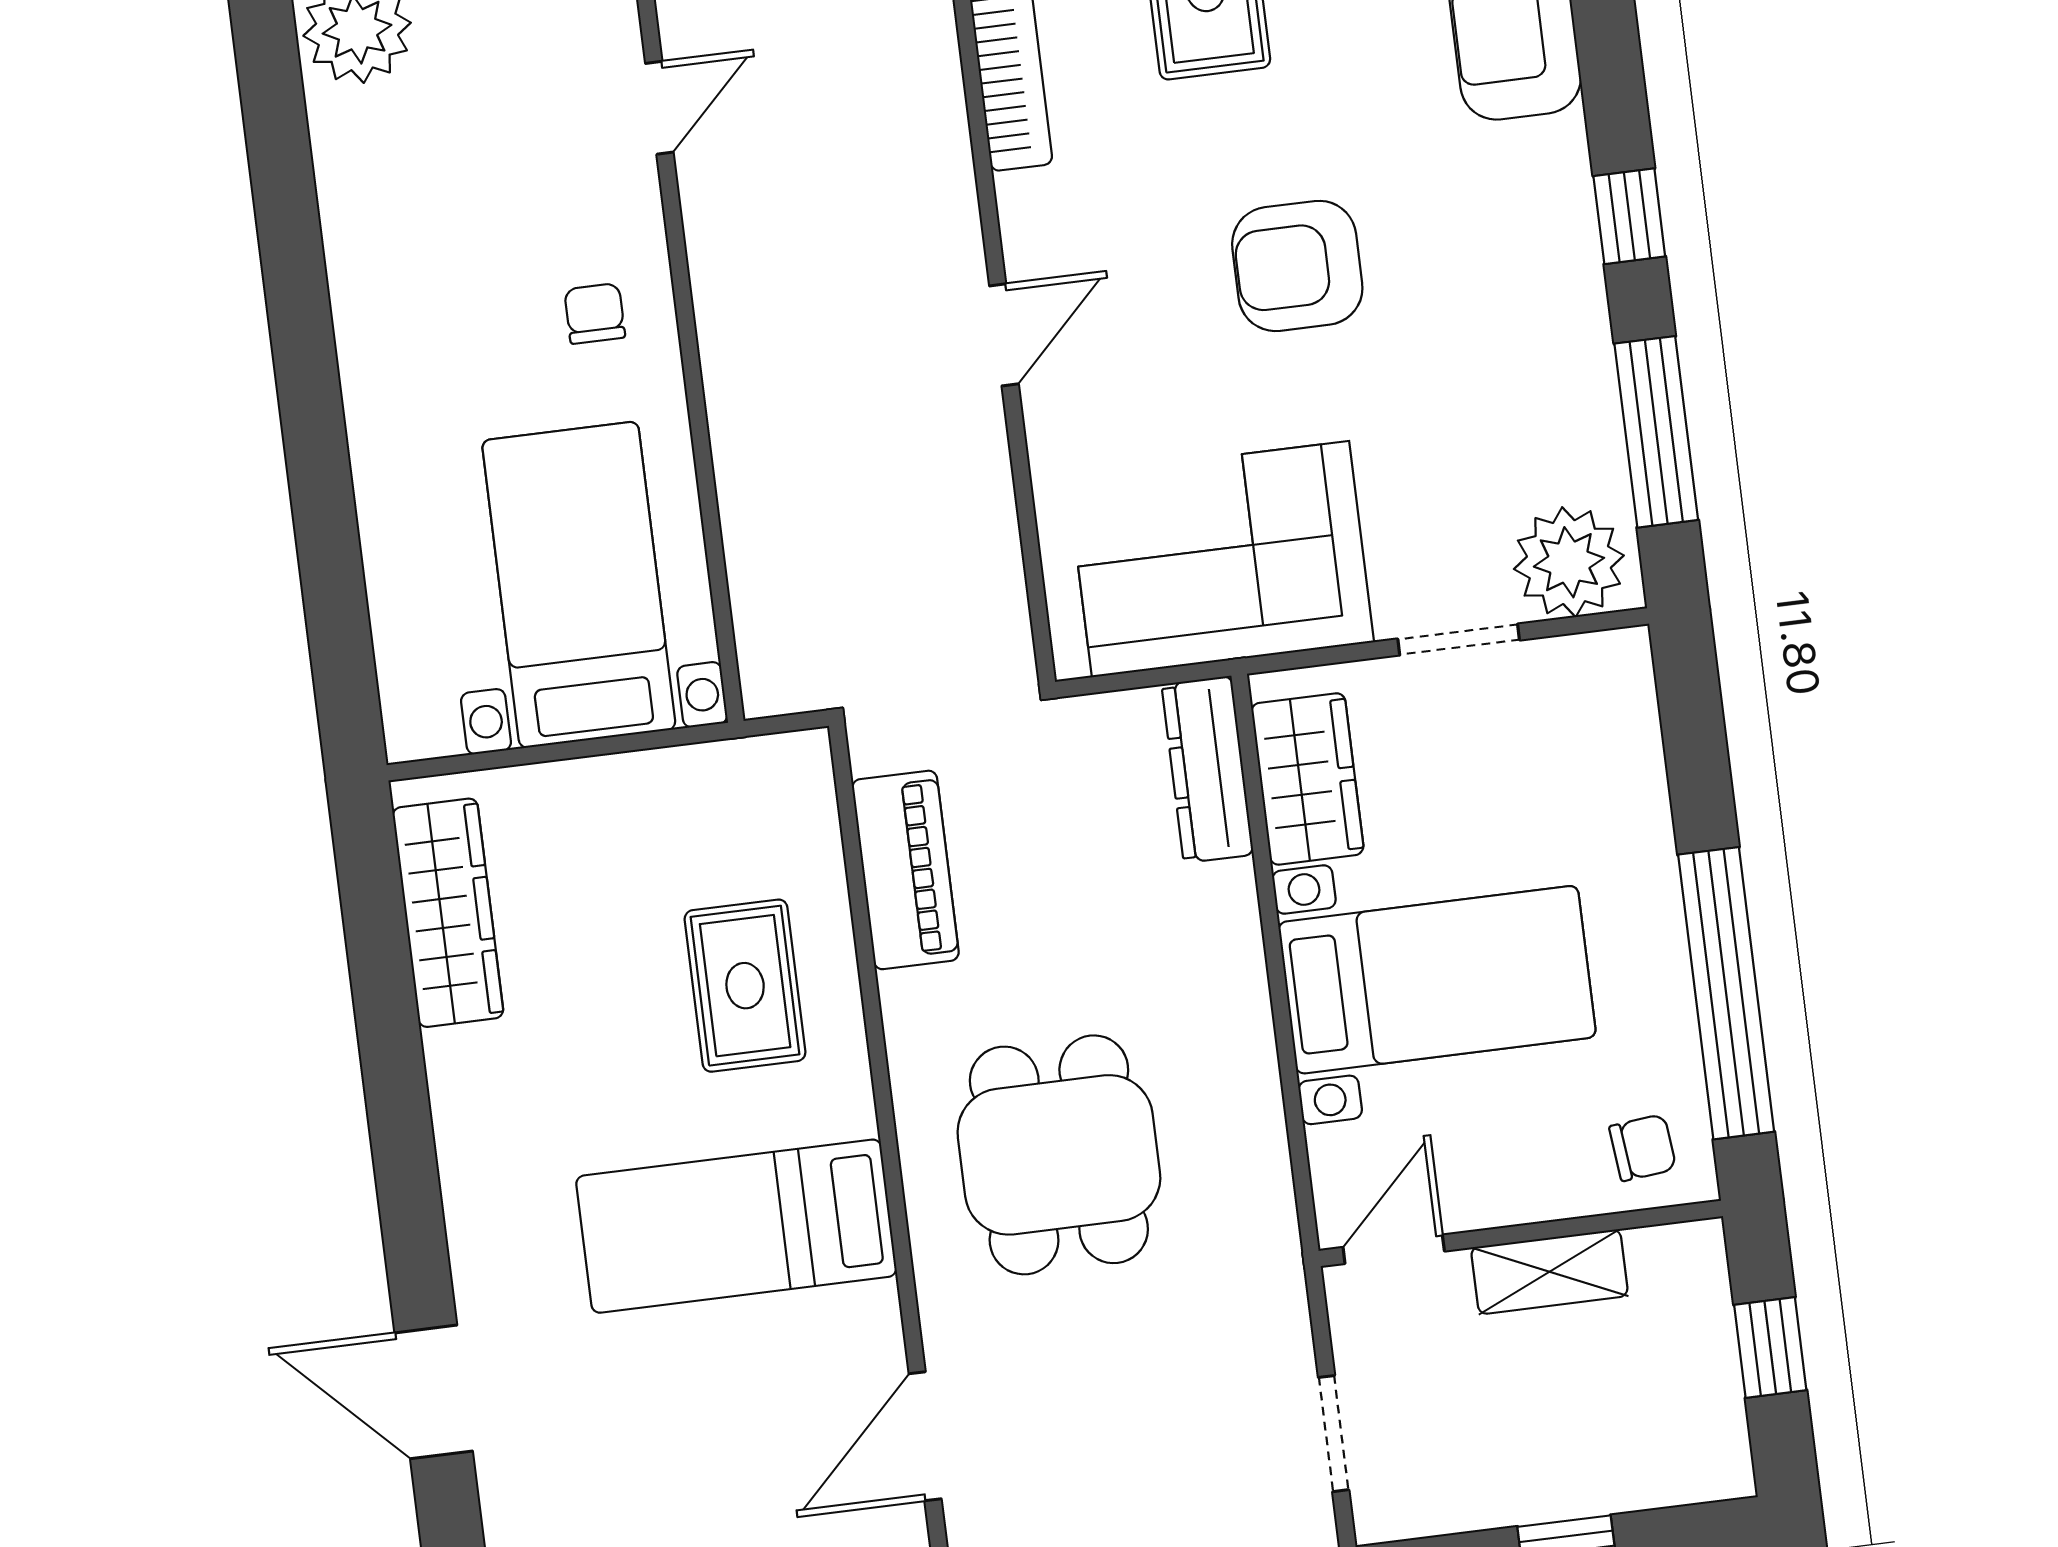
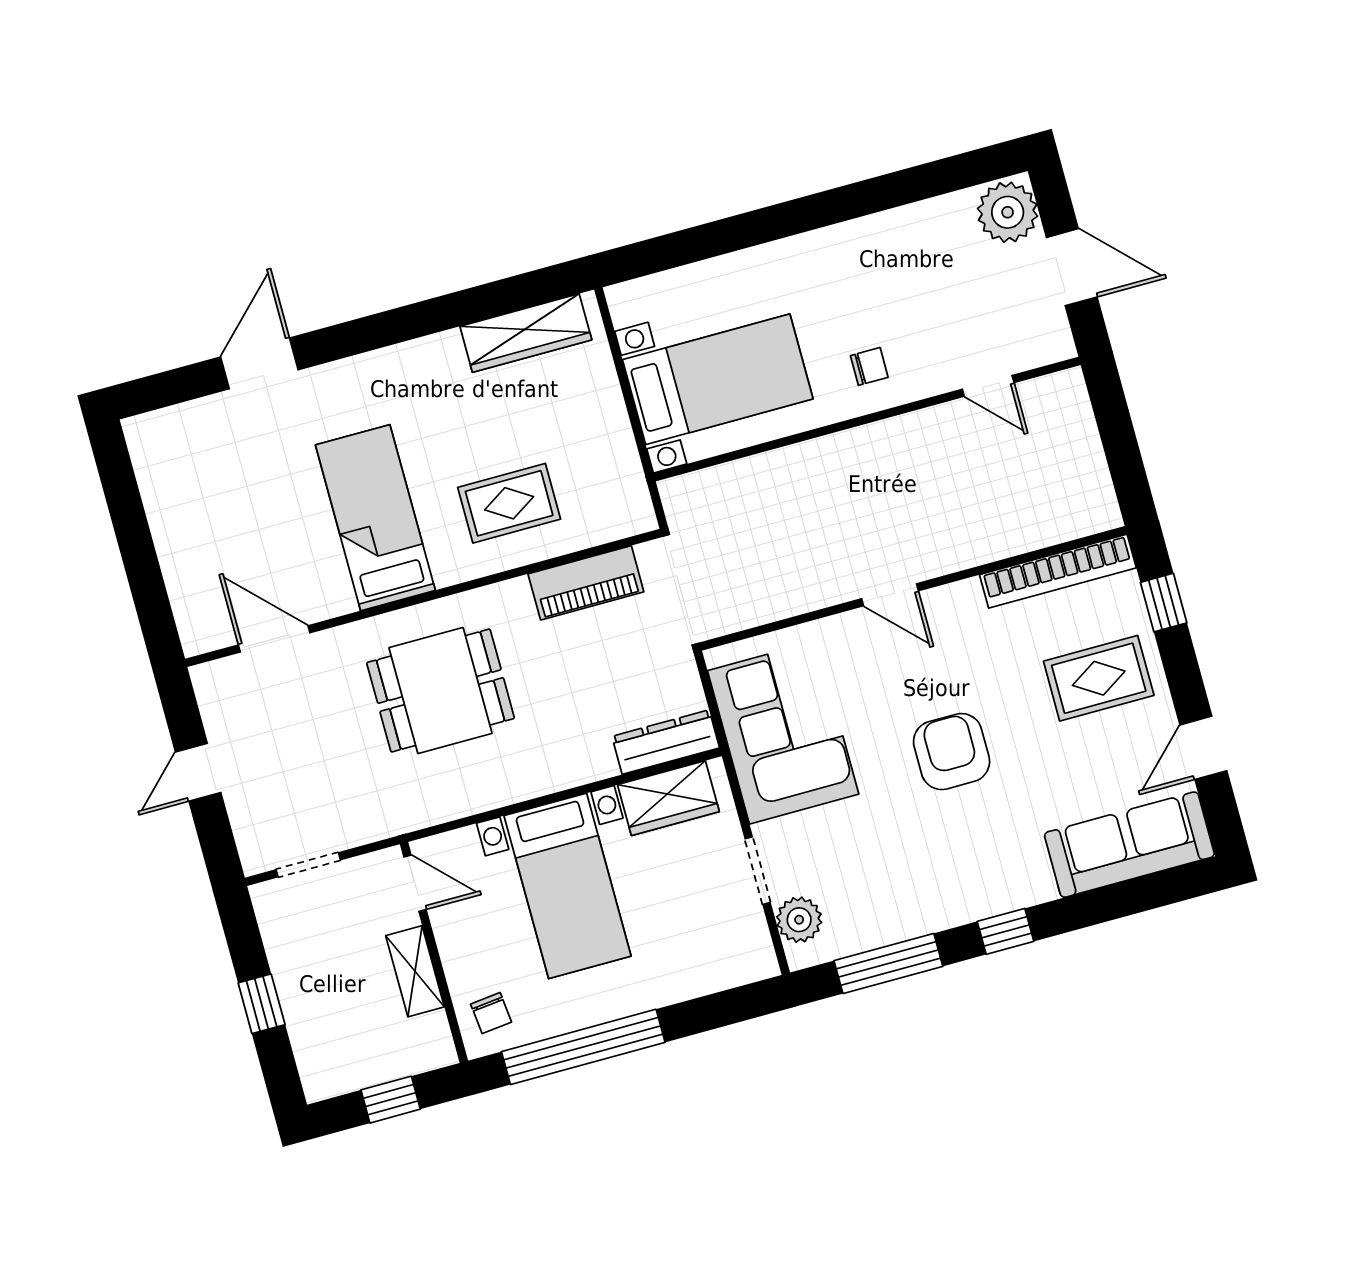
plant: (1569, 562) -> (799, 920), width x0.73, depth x0.73

